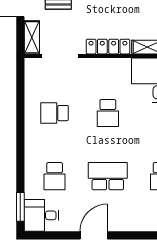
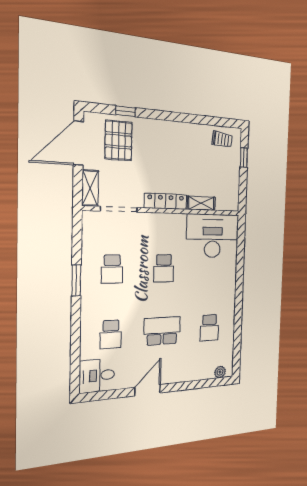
school desk: (55, 113) -> (112, 269), turned -90
window: (20, 207) -> (76, 280), moved

